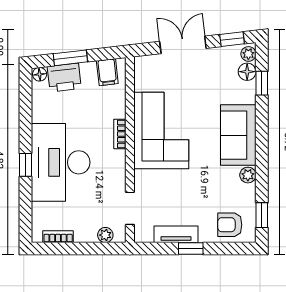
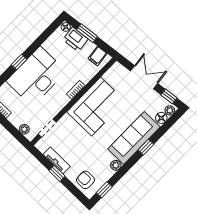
window: (262, 83) -> (146, 147), moved
sofa: (238, 135) -> (134, 138), width x1.36

